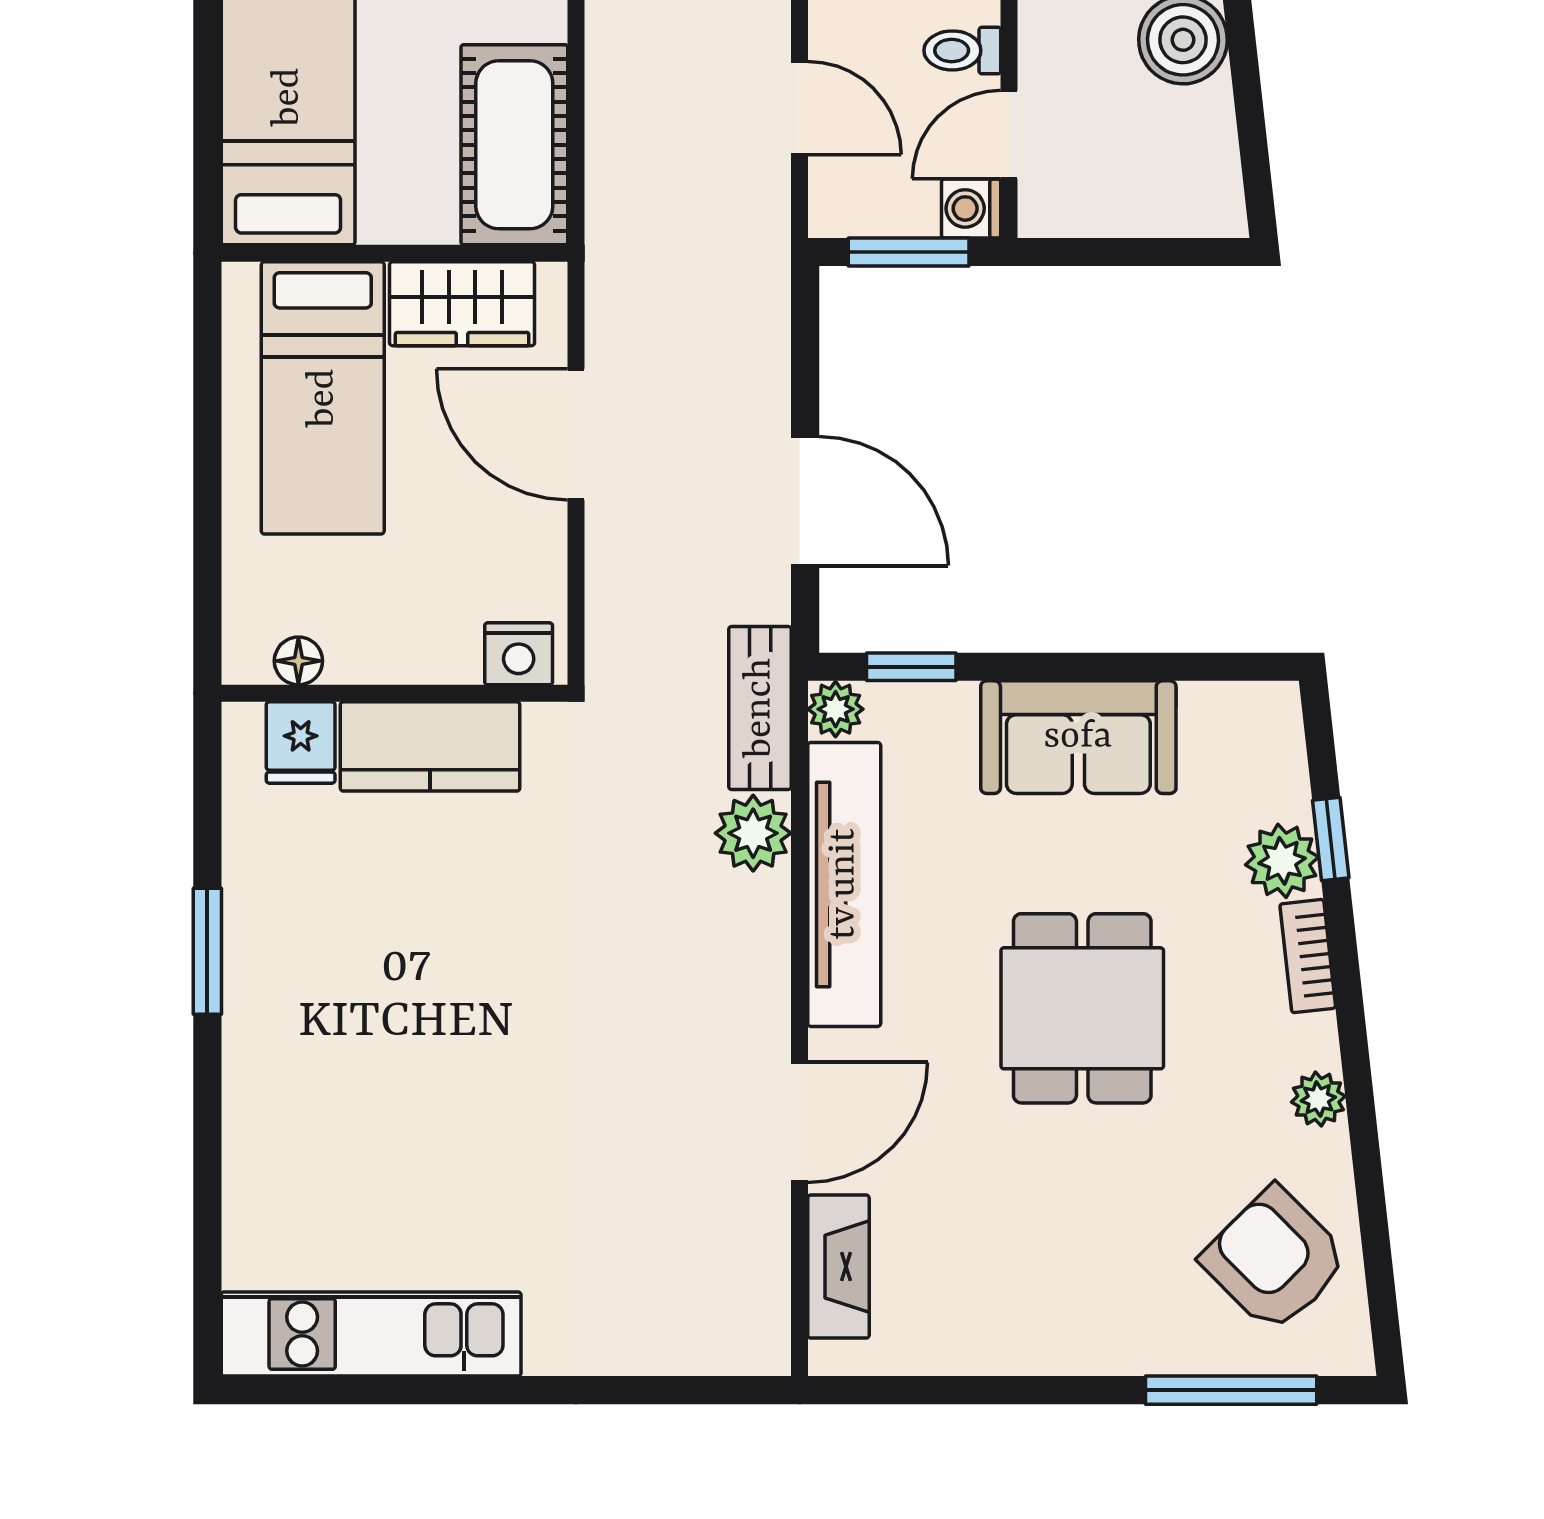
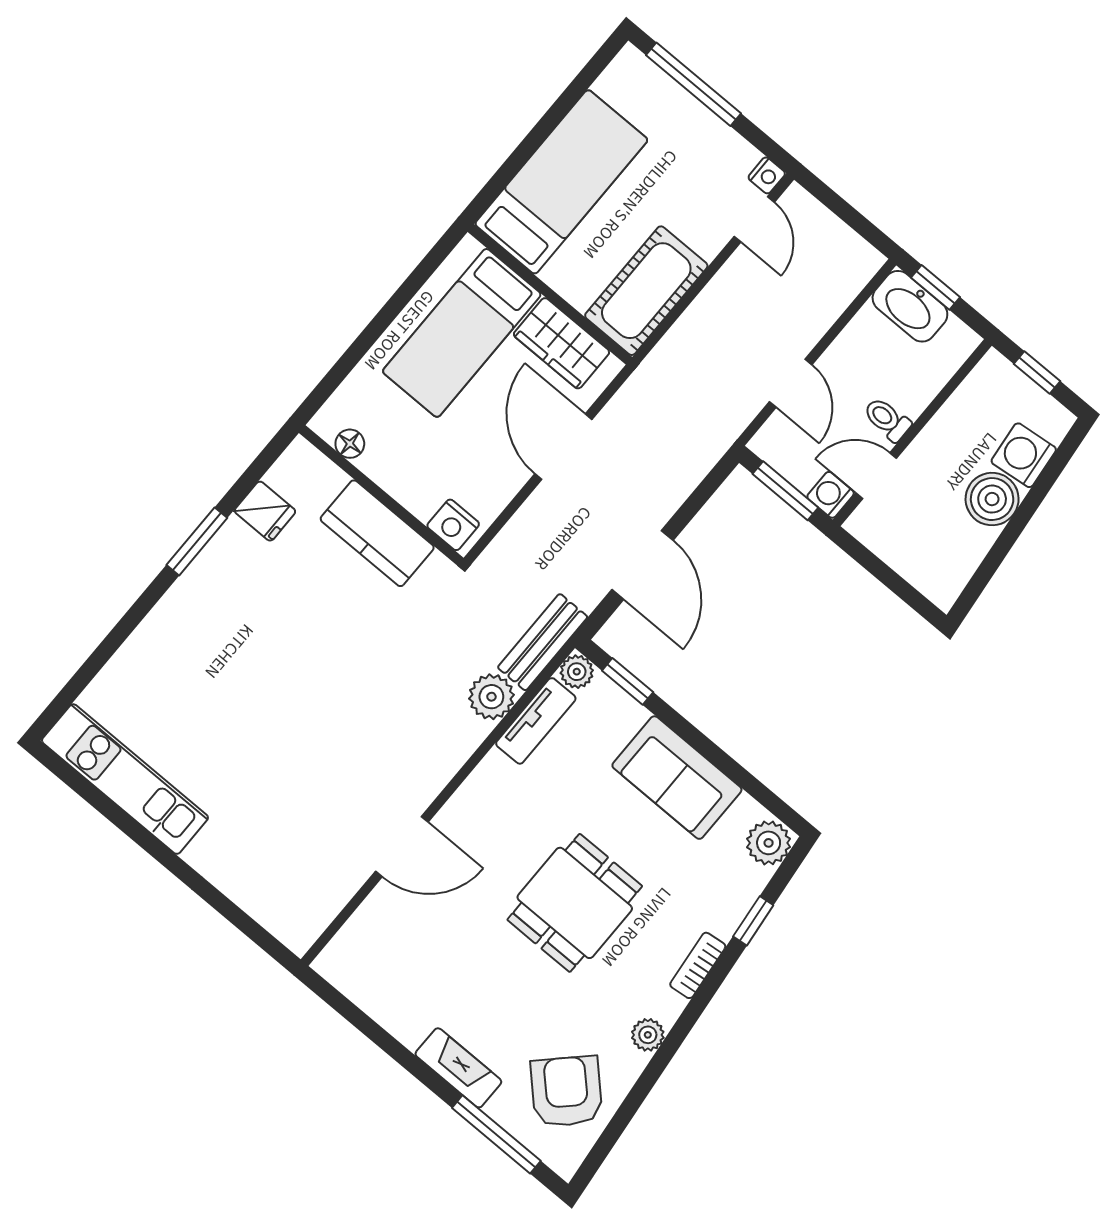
fridge: (301, 743) -> (265, 511), moved, turned -90
plant: (1282, 861) -> (769, 843), moved
tv unit: (844, 884) -> (536, 721), width x0.52, depth x0.78
fireplace: (838, 1267) -> (458, 1068), moved, turned -90

